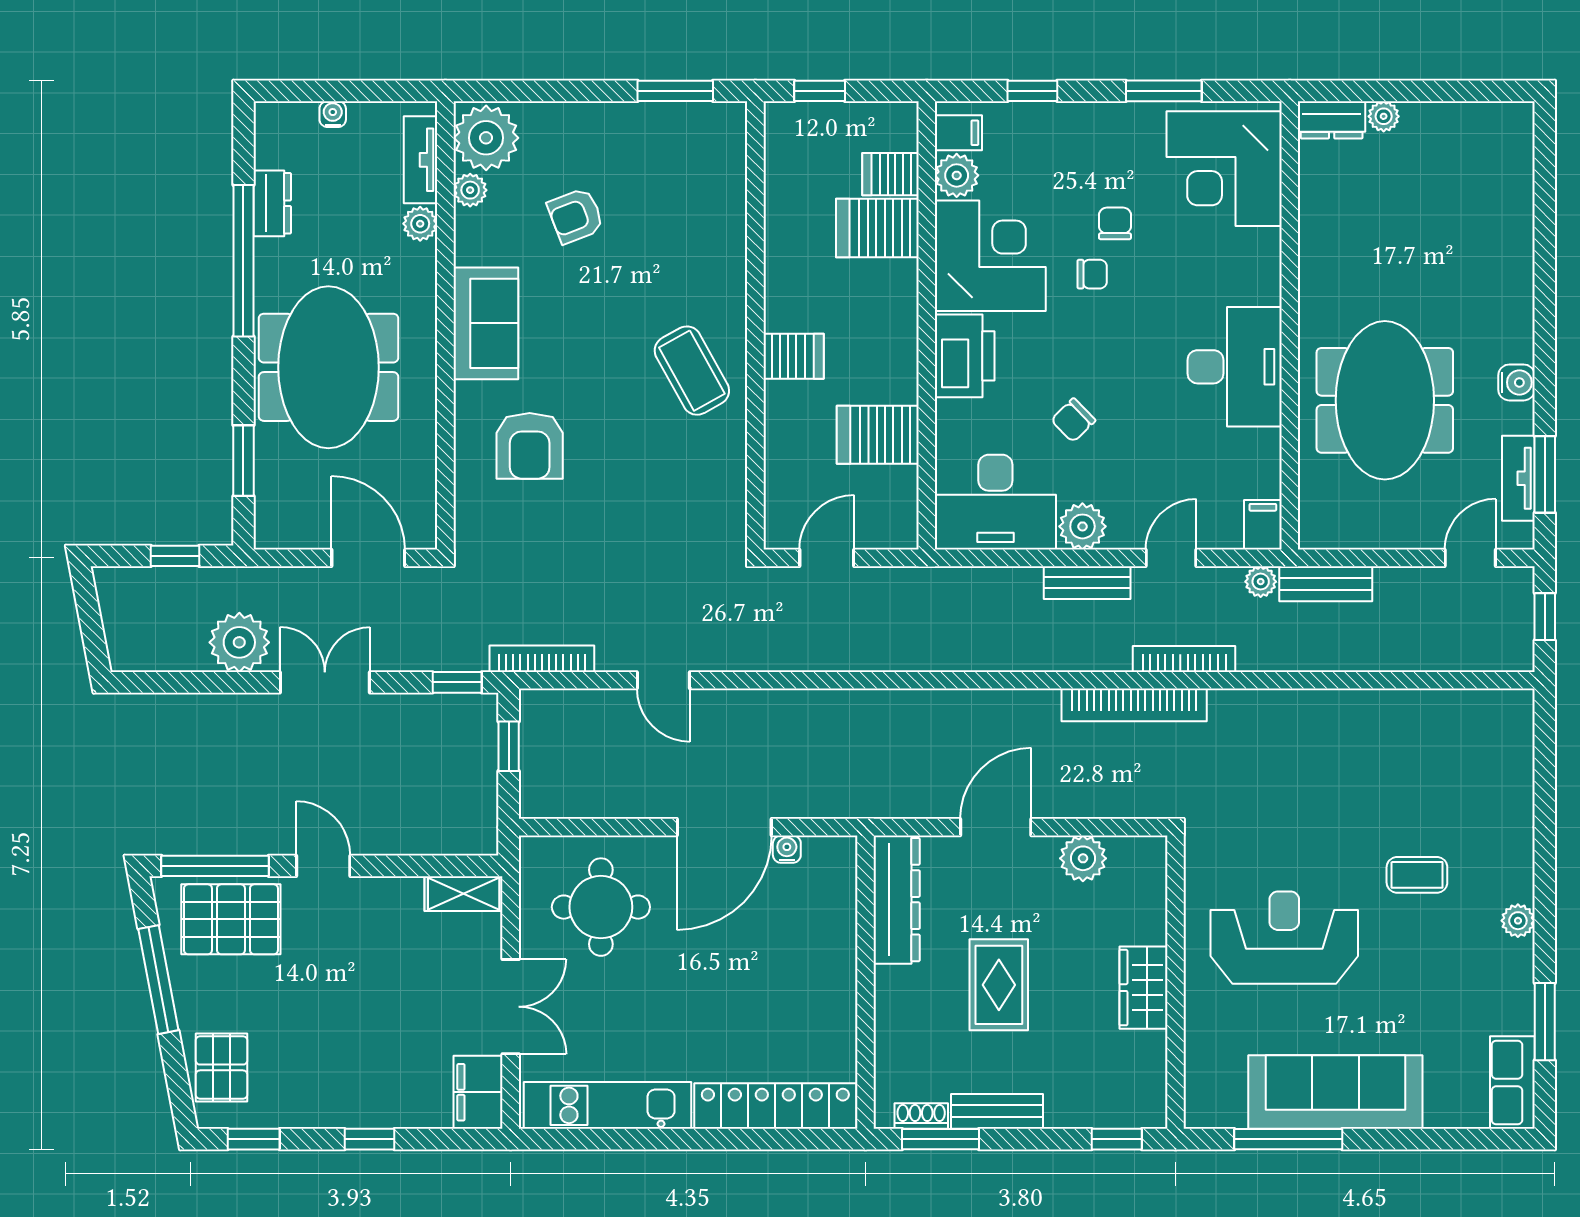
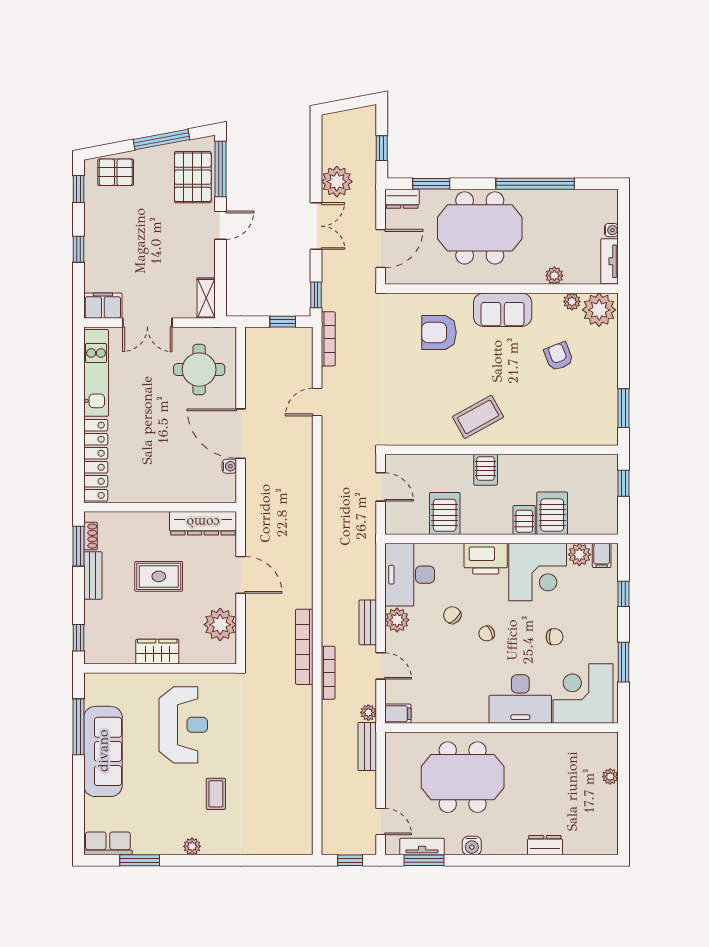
dresser: (1332, 120) -> (545, 845), moved, turned 90
tv unit: (421, 160) -> (610, 261), moved, turned -90
server rack: (890, 174) -> (524, 520), moved
dresser: (272, 203) -> (402, 199), moved
chair: (1092, 274) -> (487, 633), moved, turned 66
desk: (1235, 367) -> (520, 699), moved
plant: (1083, 858) -> (220, 625), width x1.36, depth x1.36

